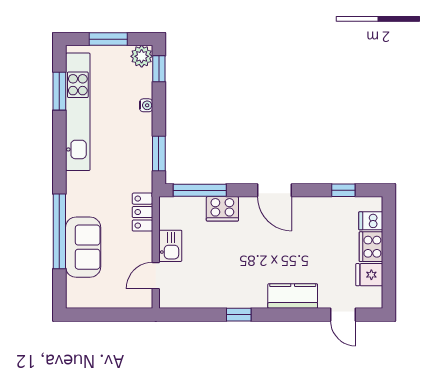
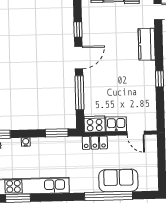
window: (200, 190) -> (79, 93), moved
window: (343, 190) -> (78, 30), moved
cooker: (222, 209) -> (95, 124), moved, turned -90

